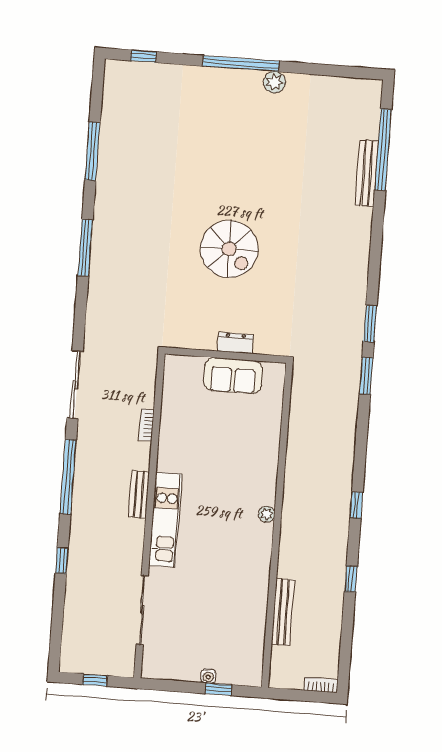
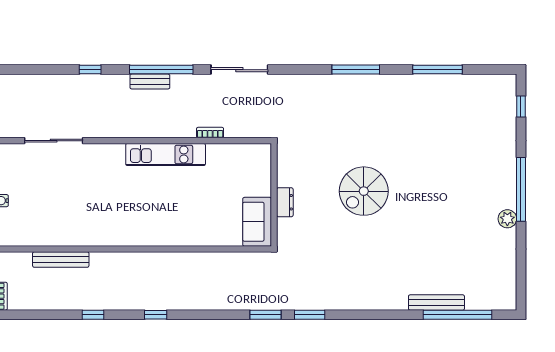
sofa: (233, 376) -> (257, 222), moved
bench: (139, 494) -> (150, 82), moved
plant: (267, 514) -> (142, 240), removed
kitchen unit: (165, 520) -> (166, 154), moved

